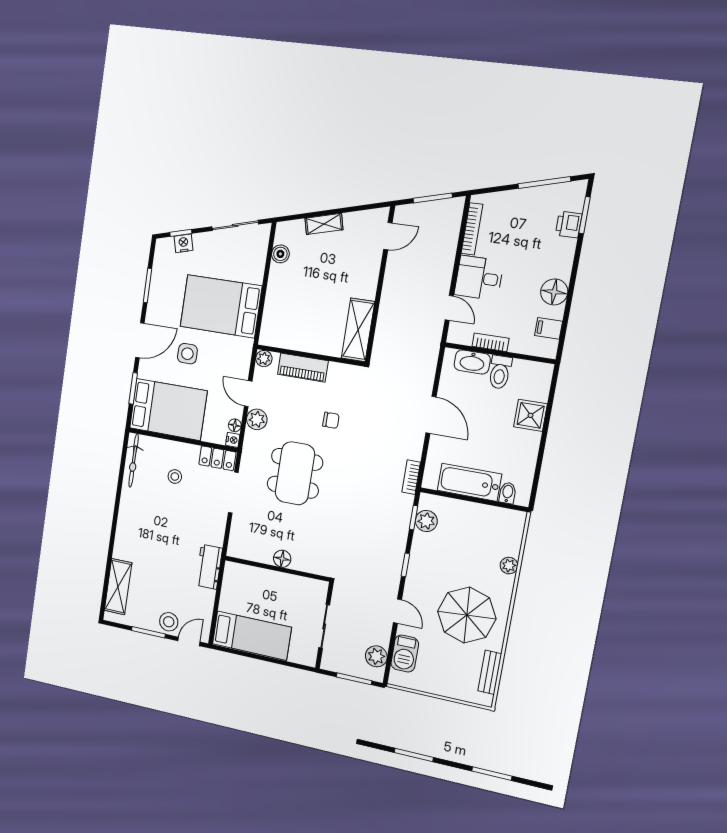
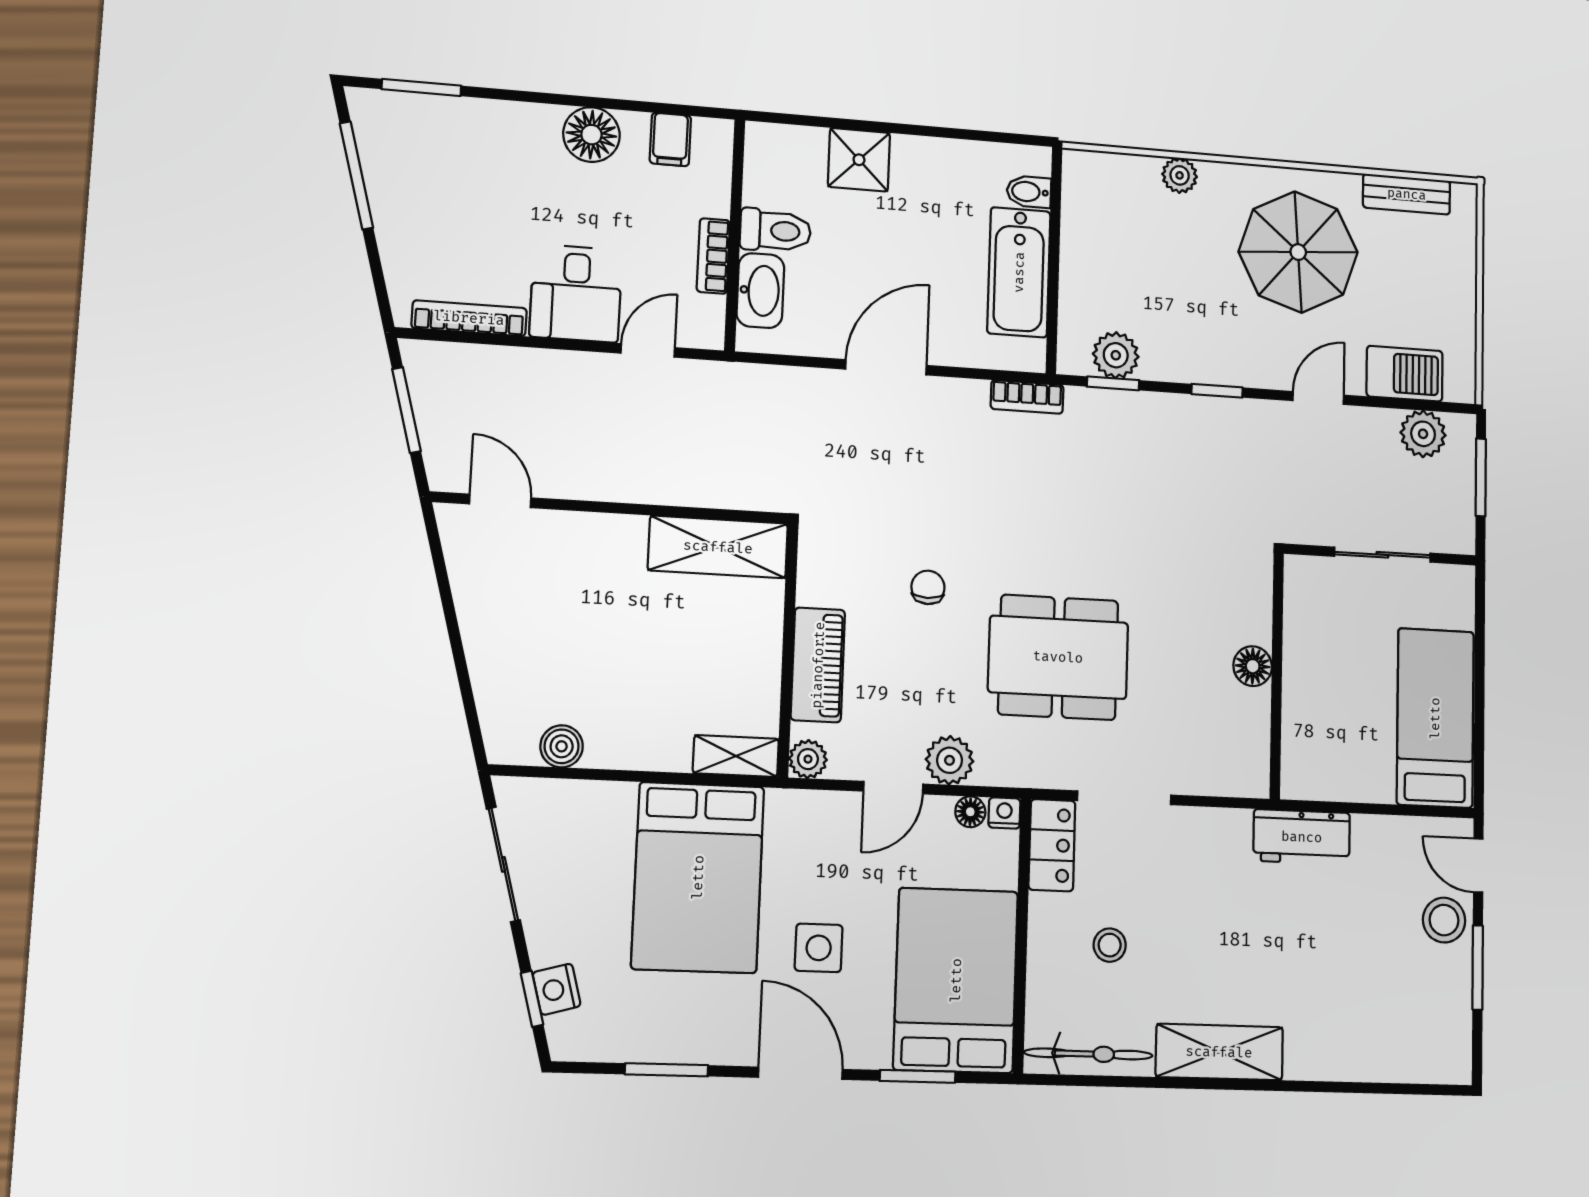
shelving: (324, 224) -> (736, 756), moved, turned -75
printer: (569, 225) -> (444, 118), removed
shelving: (118, 587) -> (1219, 1052), moved

